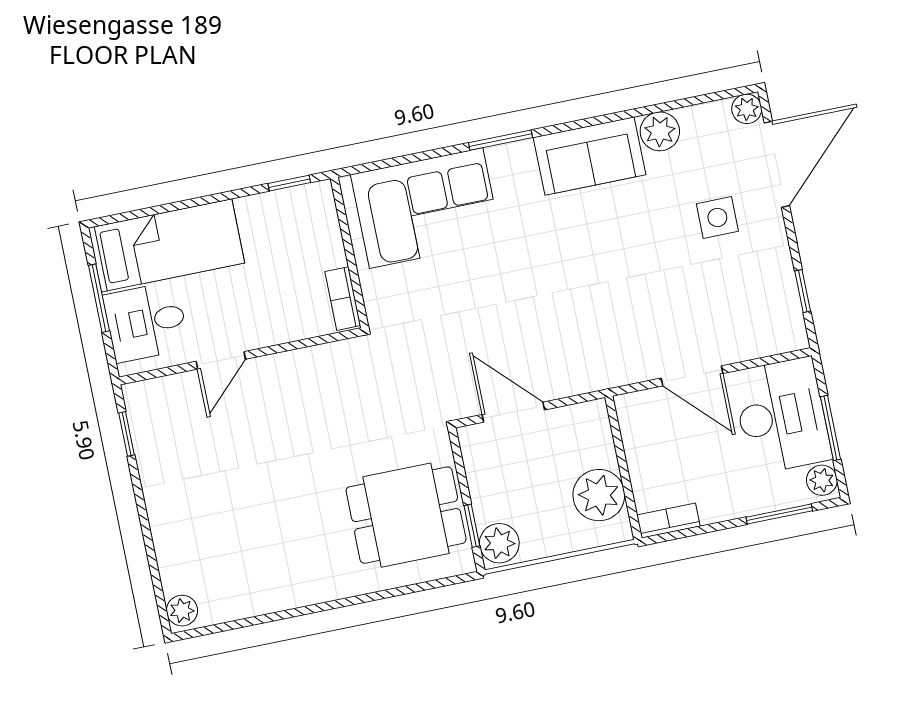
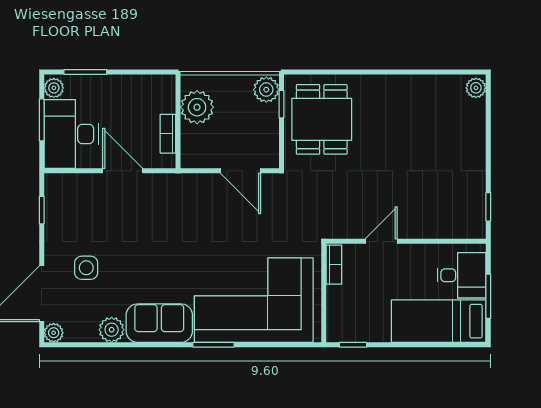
corner sofa: (426, 208) -> (254, 300), width x1.36, depth x1.36
door: (221, 360) -> (381, 241), moved
dining table: (406, 515) -> (322, 119), turned 90
bookcase: (668, 521) -> (168, 134), moved, turned 90

